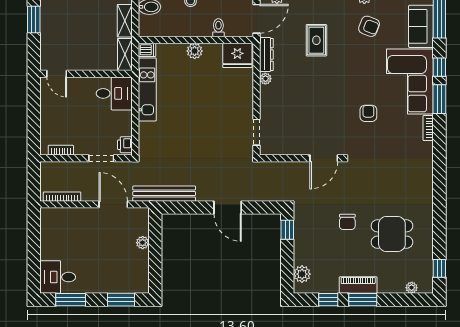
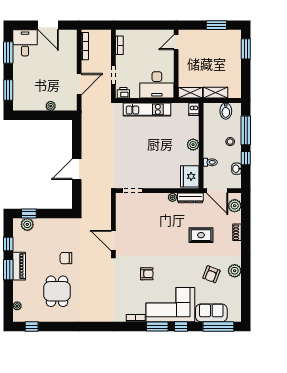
kitchen unit: (147, 89) -> (147, 109), moved
desk: (114, 93) -> (157, 85), width x1.37
bench: (164, 194) -> (87, 122), removed
window: (287, 230) -> (29, 214), moved
door: (34, 246) -> (48, 25), added

